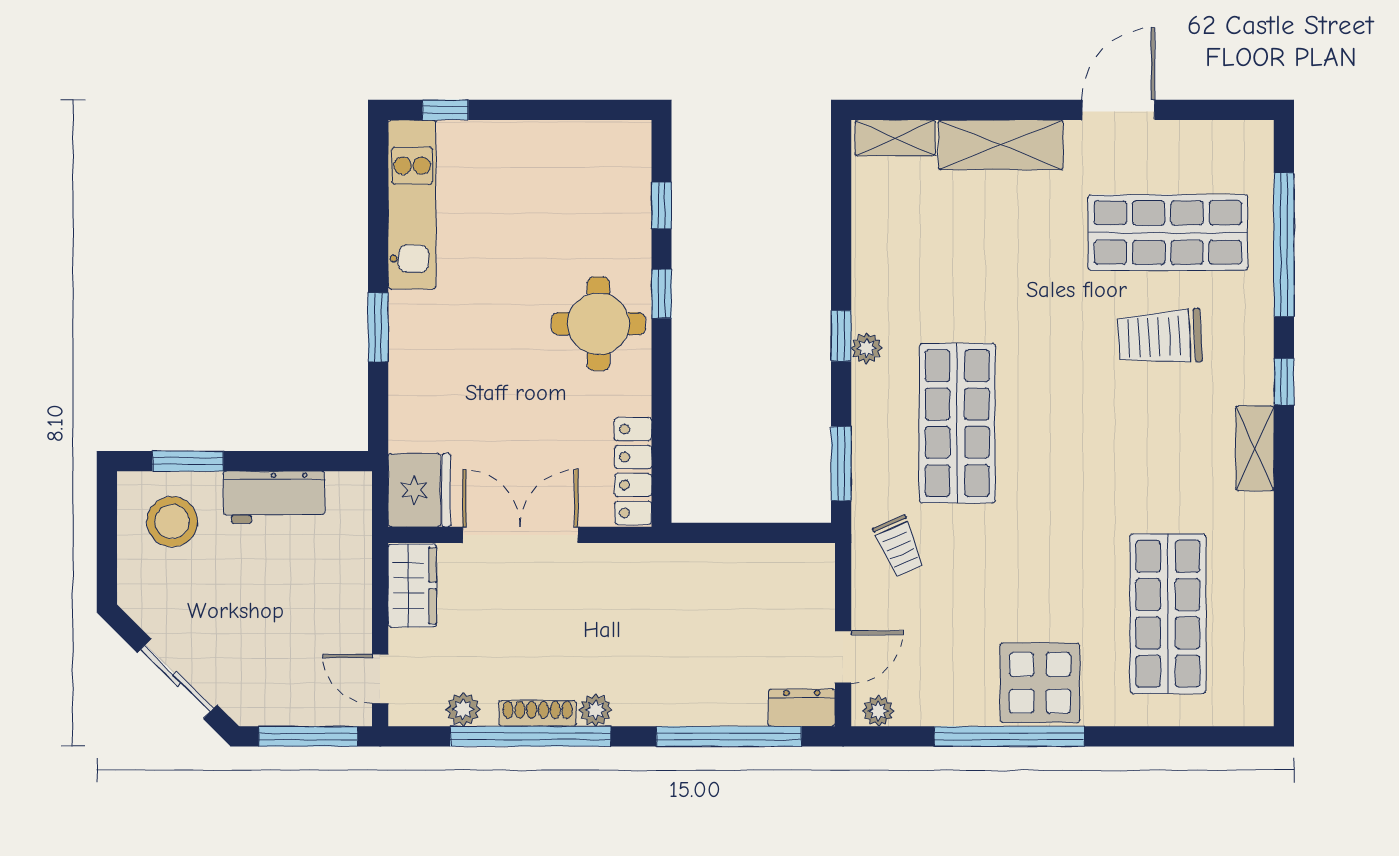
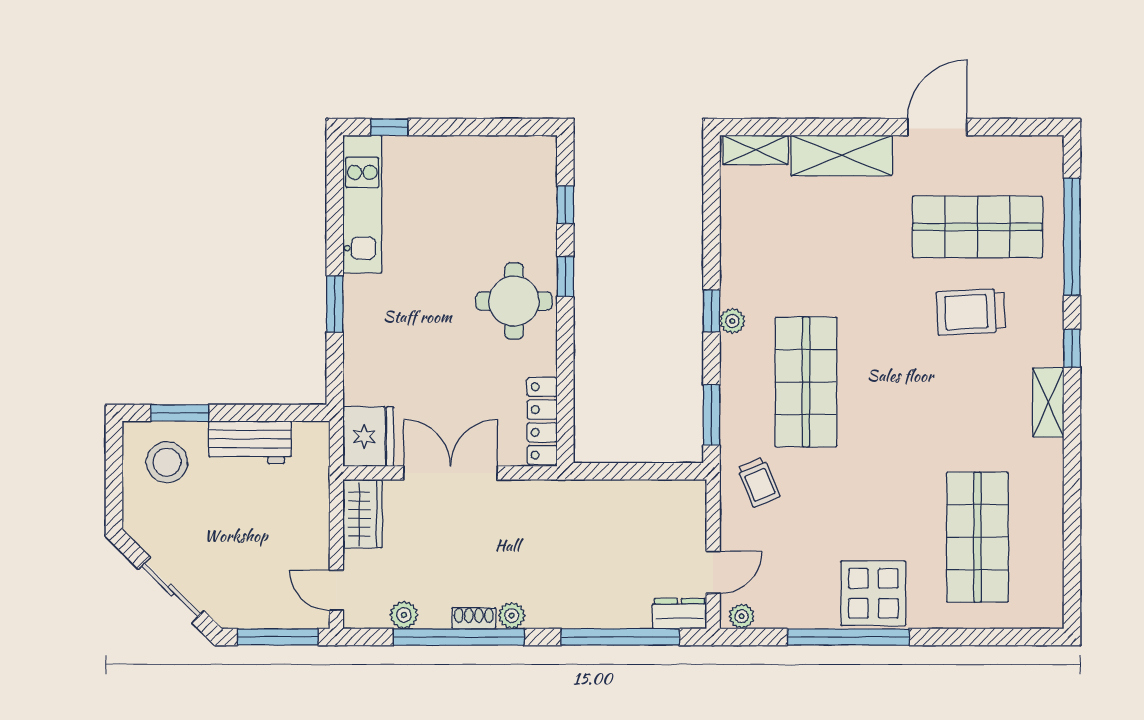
shoe rack: (538, 713) -> (474, 618), width x0.70

